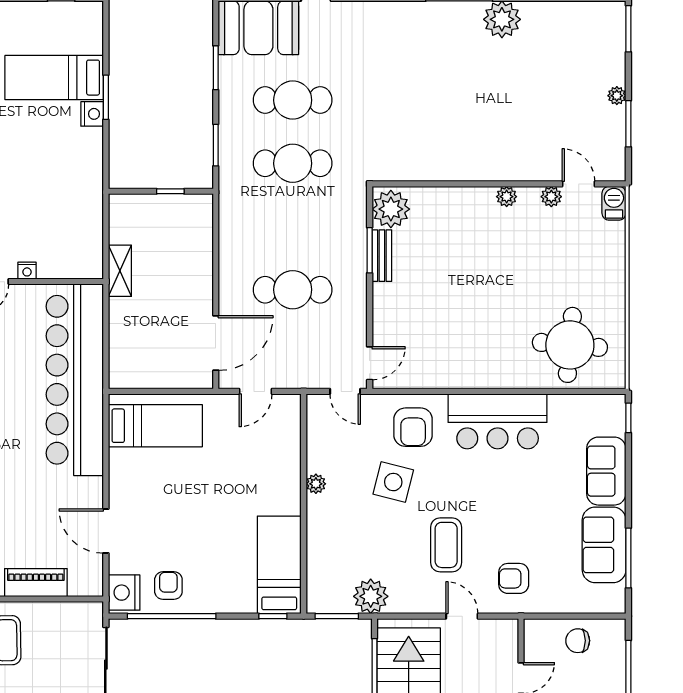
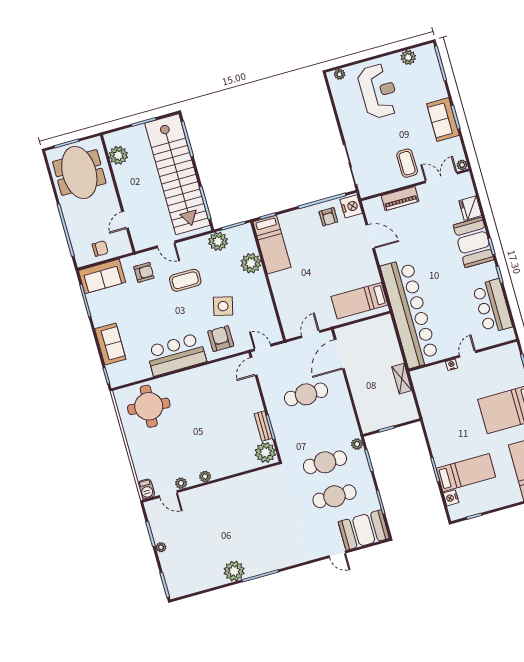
nightstand: (92, 114) -> (451, 498), moved
plant: (228, 179) -> (357, 444), added
plant: (316, 484) -> (251, 263), moved, width x1.88, depth x1.88
coffee table: (446, 545) -> (185, 280), turned 90
sofa: (604, 545) -> (102, 276), moved, turned 90

